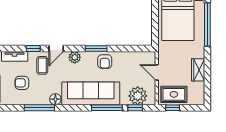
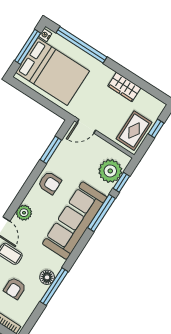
window: (96, 48) -> (51, 150), moved
door: (157, 72) -> (86, 126), moved
floor lamp: (55, 99) -> (47, 277), moved
window: (173, 108) -> (156, 128), moved

